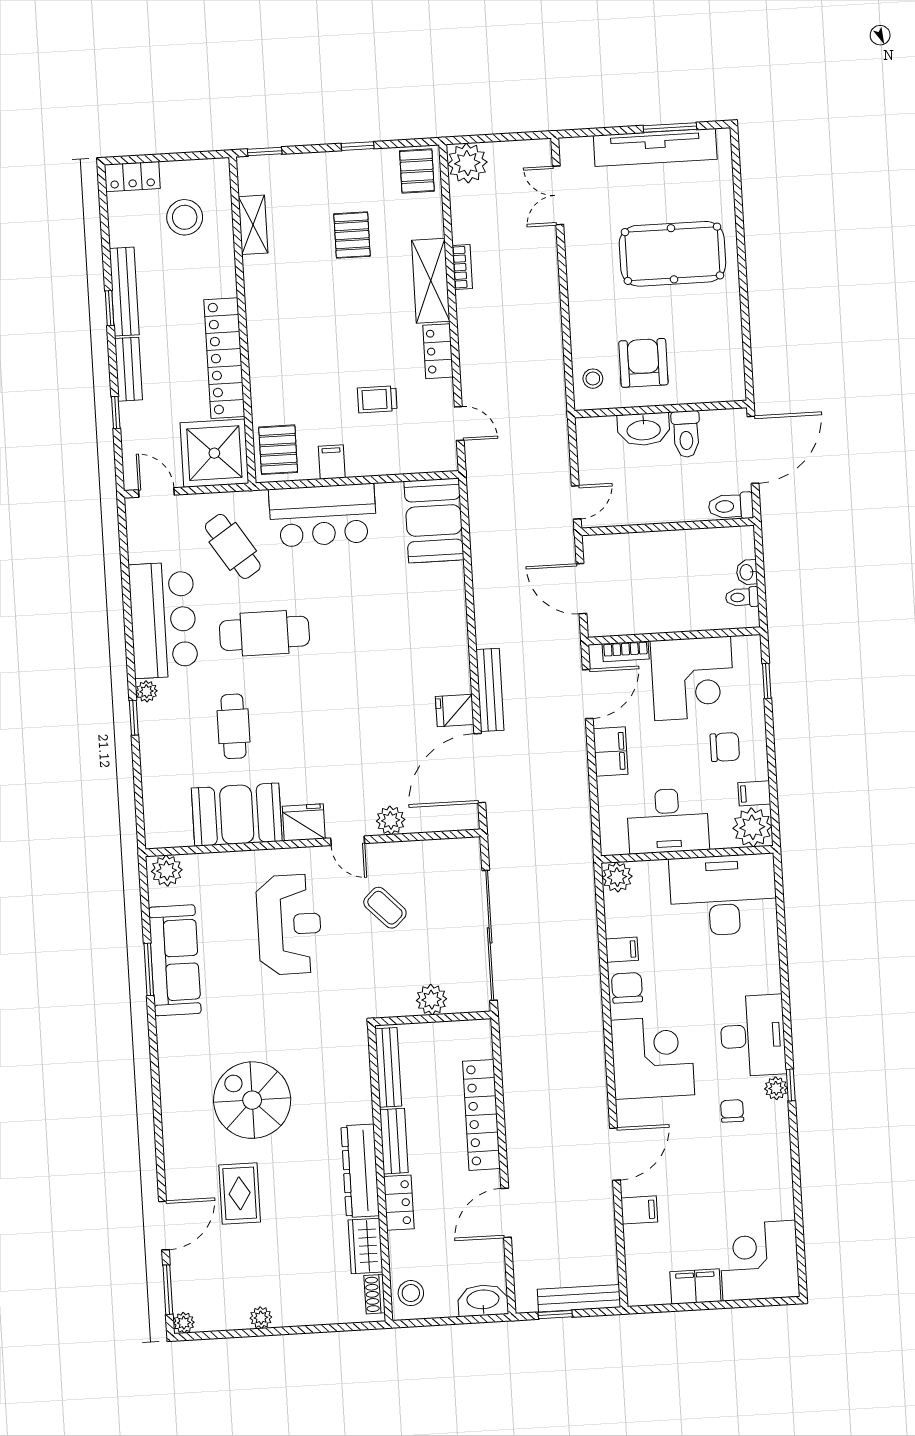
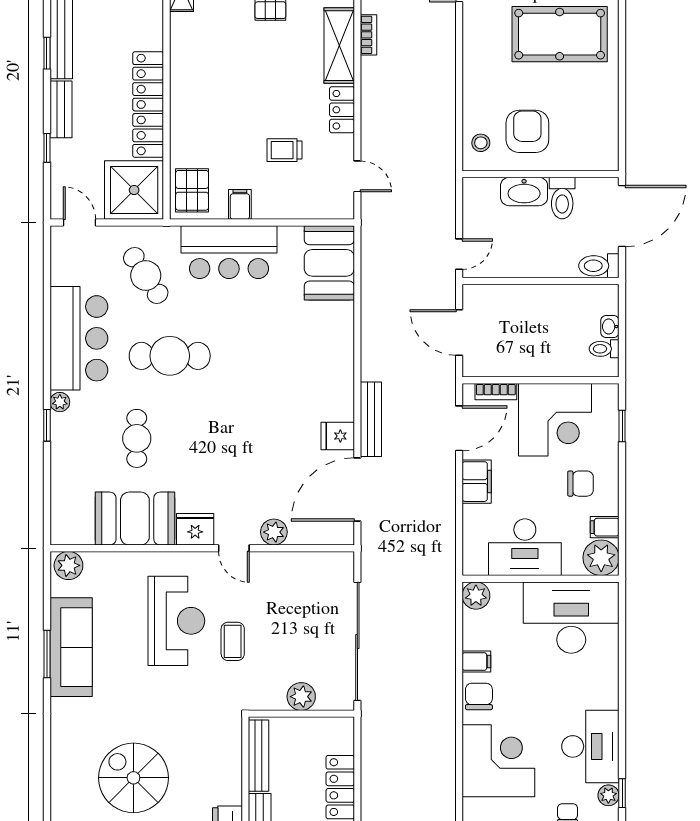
coffee table: (385, 908) -> (233, 641), moved, turned 44

